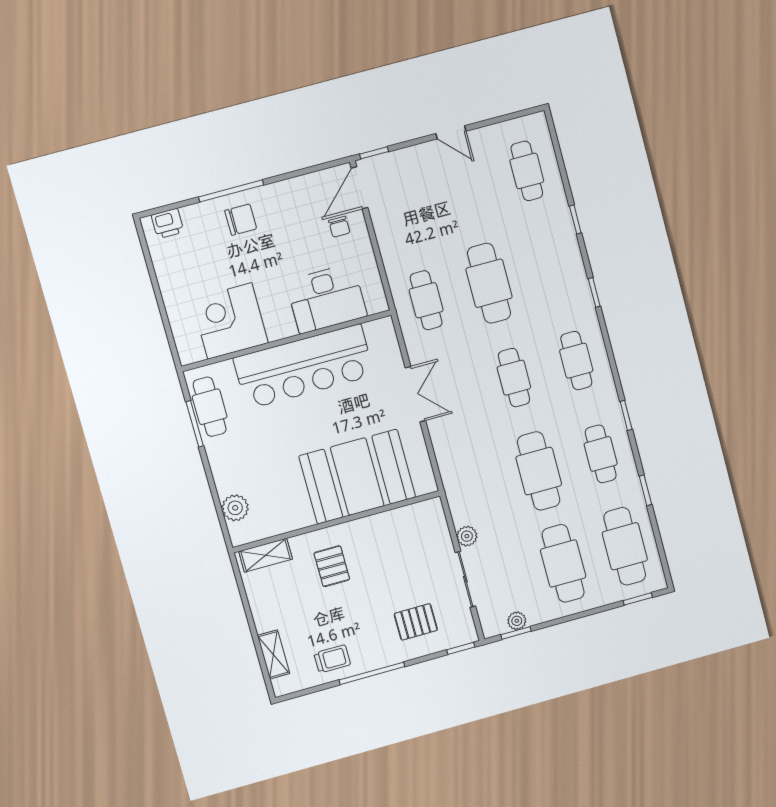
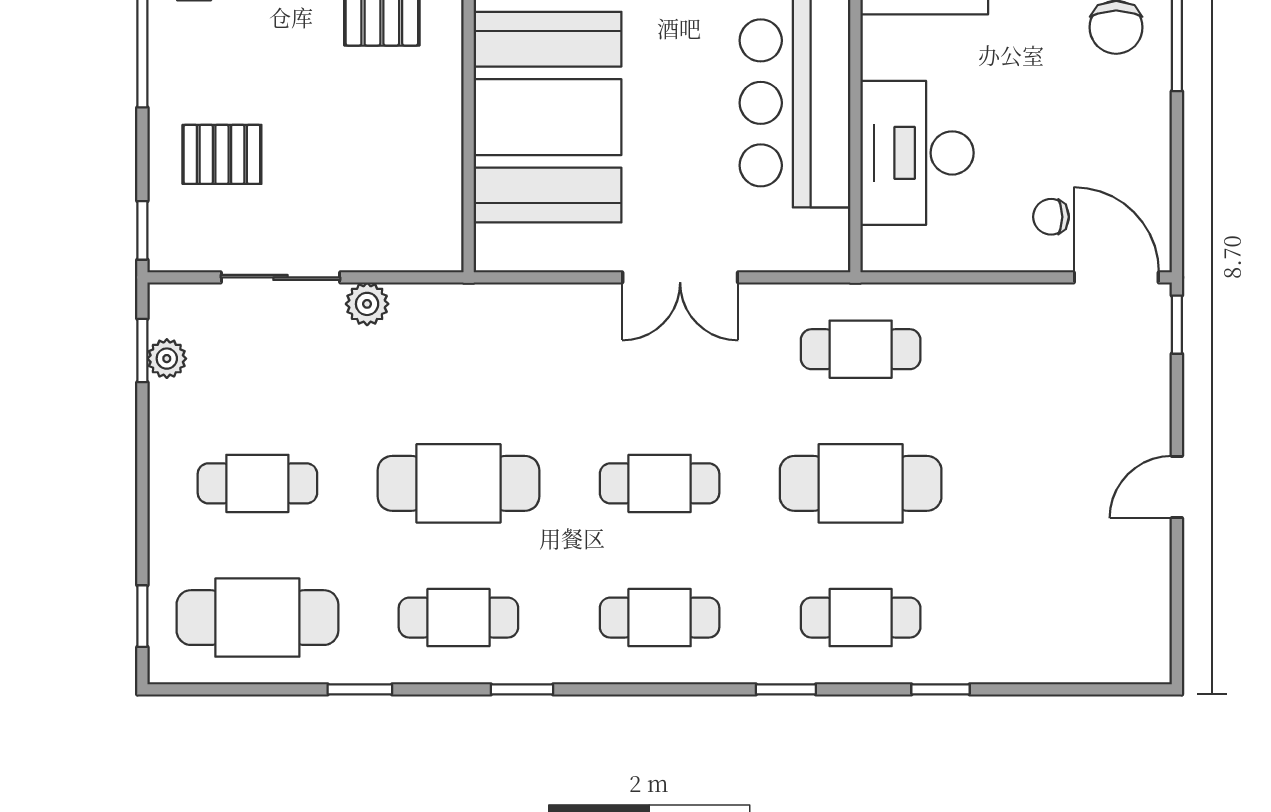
cafe table: (527, 171) -> (861, 618), moved
cafe table: (563, 563) -> (257, 483), width x0.73, depth x0.74
pallet: (416, 622) -> (222, 154), turned 90

